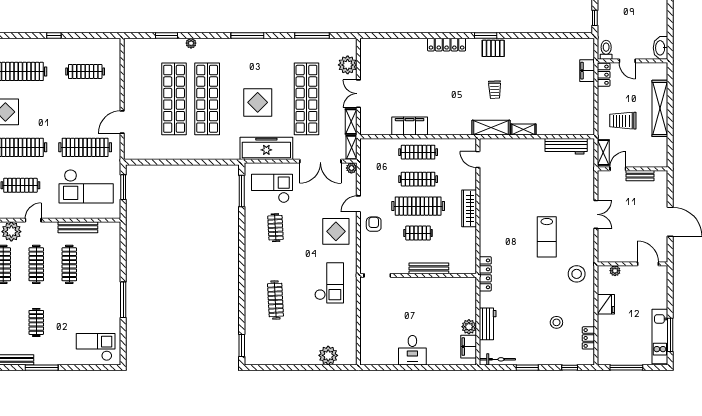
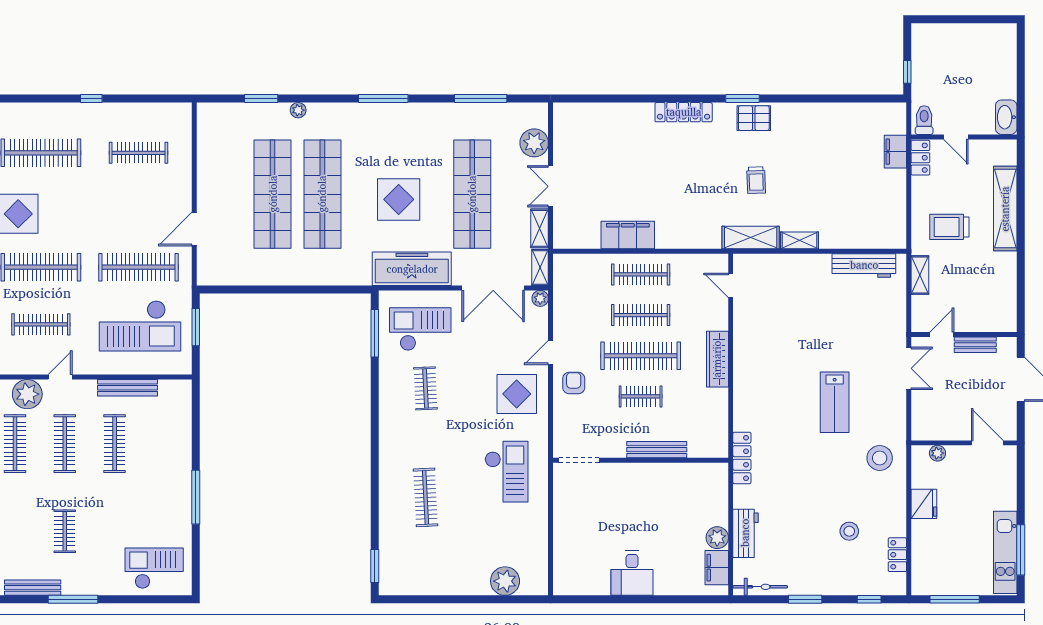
door: (618, 169) -> (942, 334), moved
wall: (633, 169) -> (964, 334), moved
bench: (640, 176) -> (975, 345), moved

